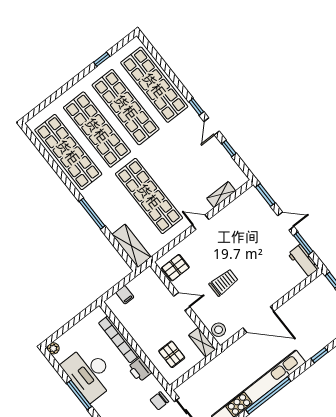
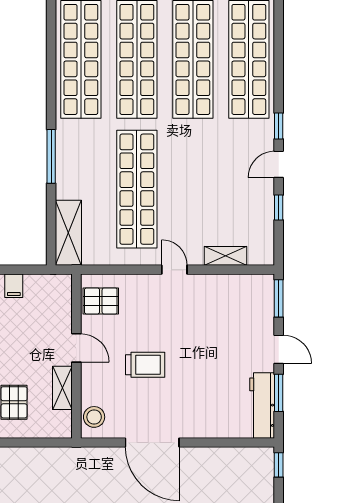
workbench: (303, 261) -> (262, 405), width x1.38
shelving: (202, 342) -> (62, 388), moved

